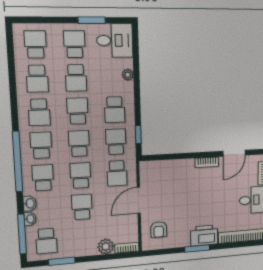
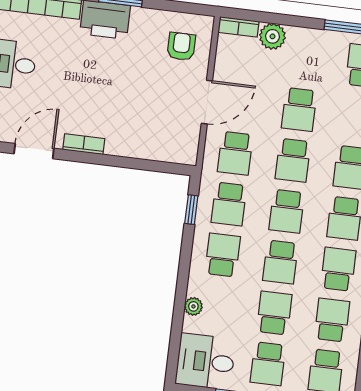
school desk: (117, 173) -> (235, 153), turned 180

